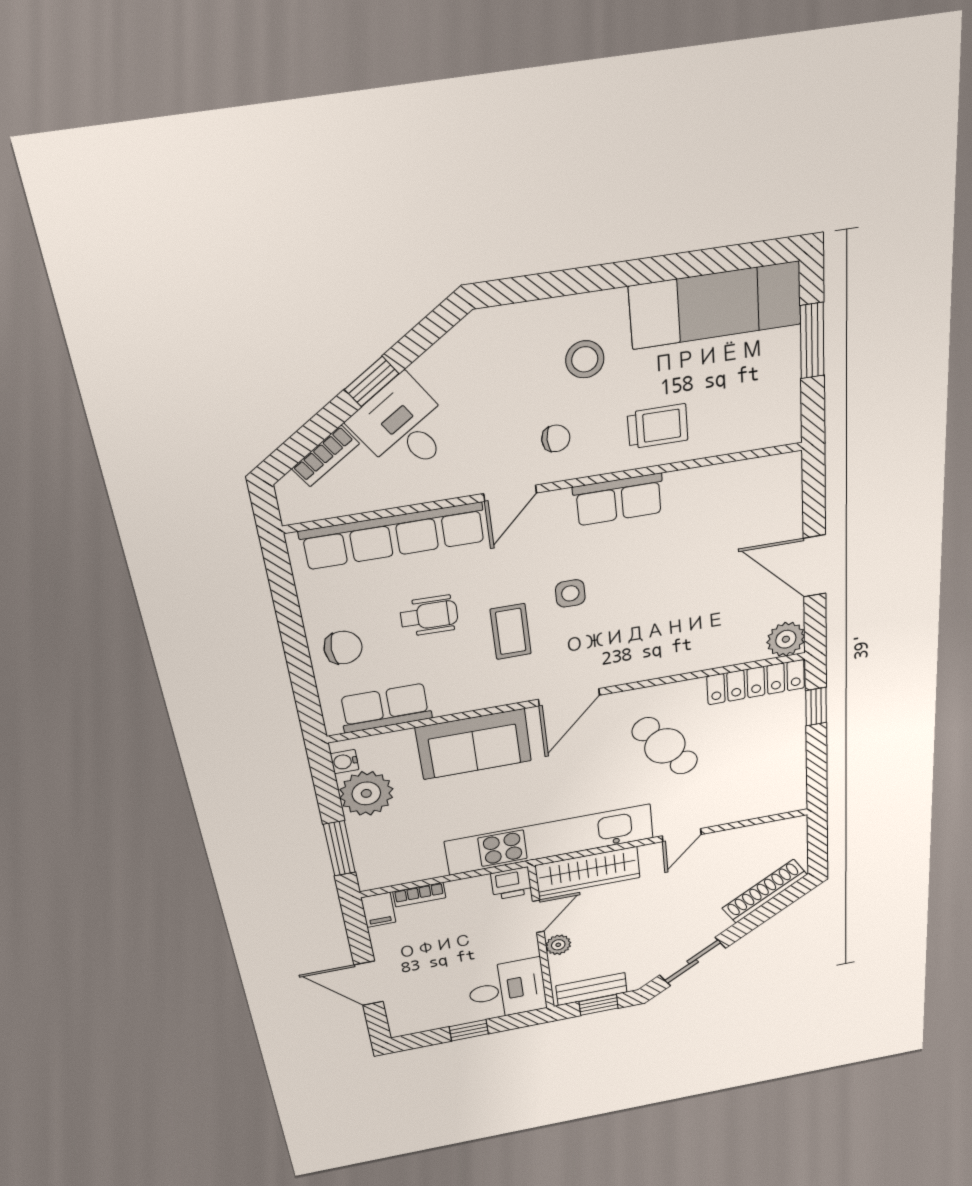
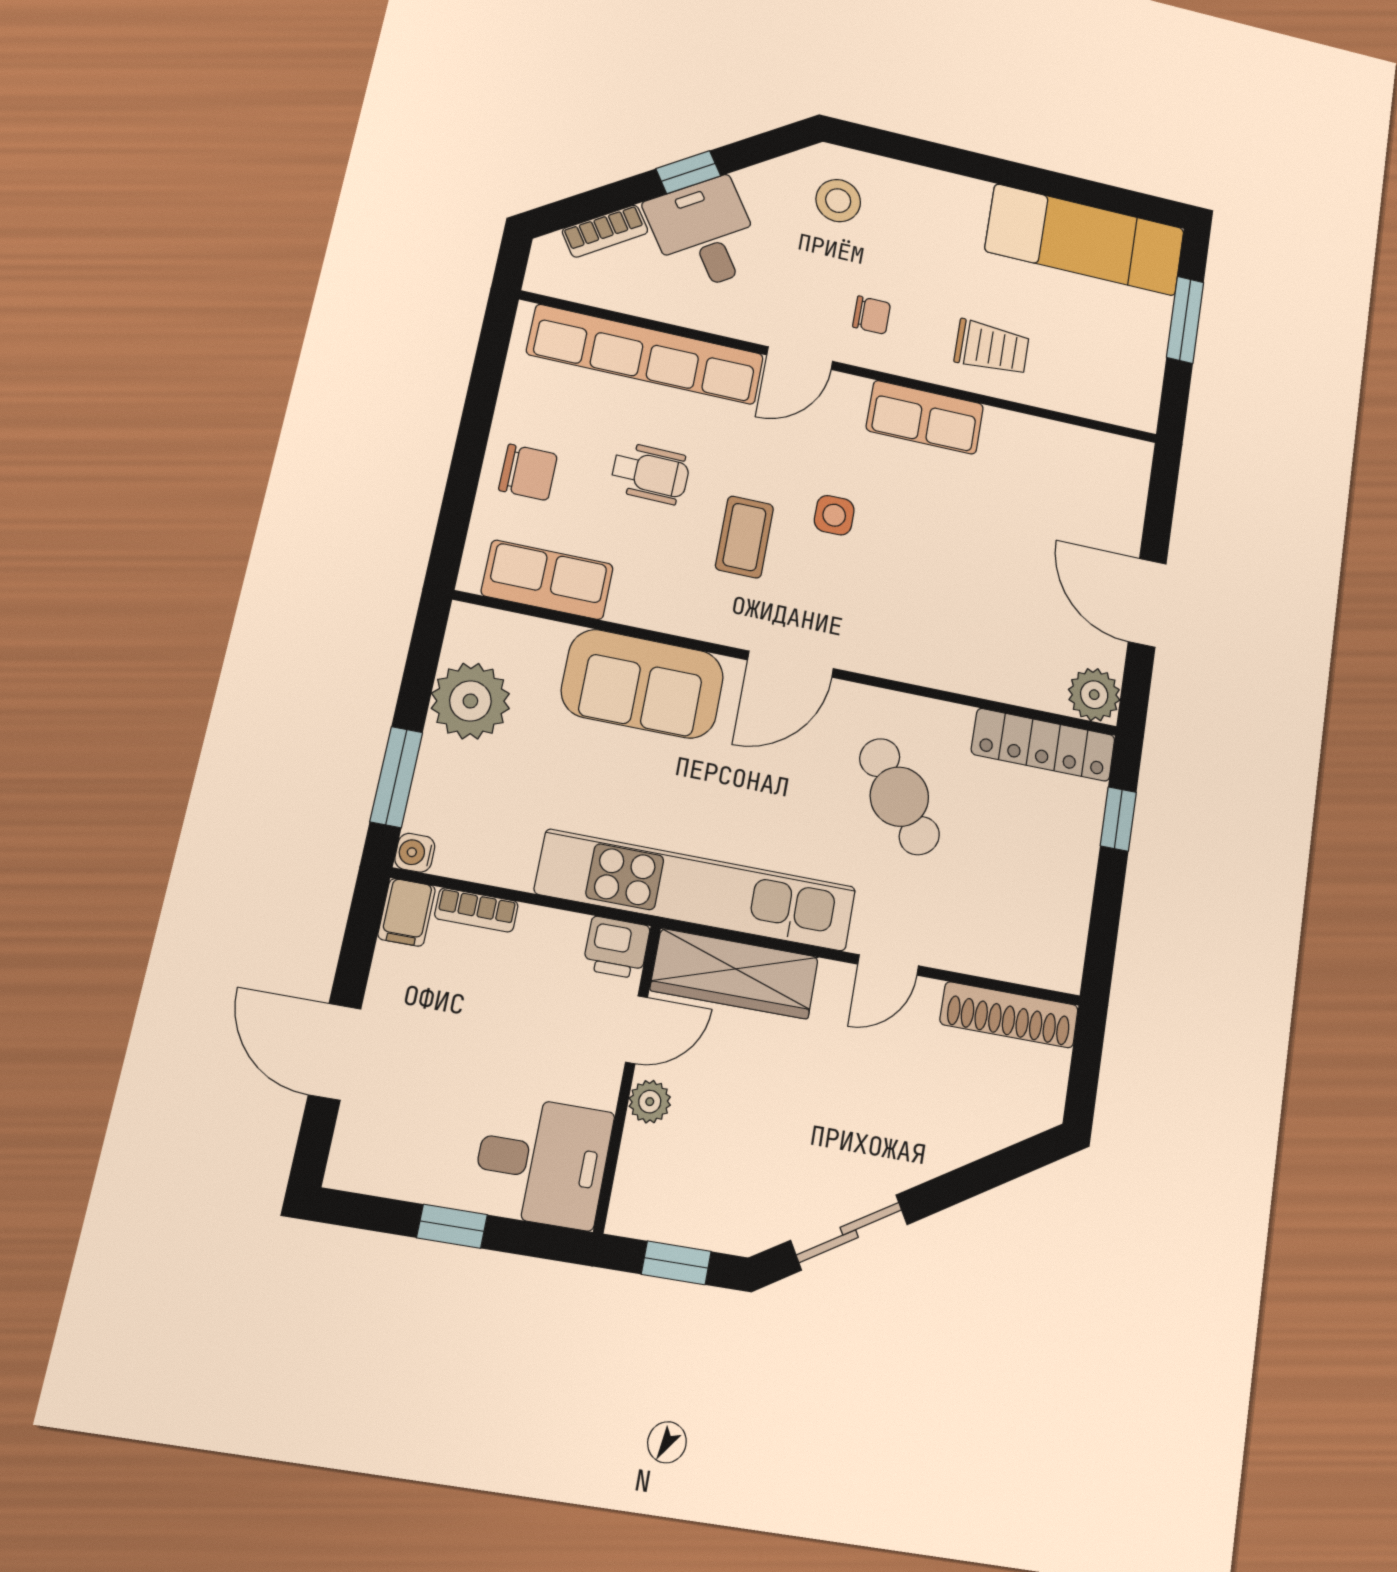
stool: (585, 359) -> (838, 201), moved
water cooler: (345, 762) -> (415, 853), moved
shoe rack: (764, 891) -> (1009, 1015), moved, turned -149
bench: (591, 989) -> (675, 1221), removed

